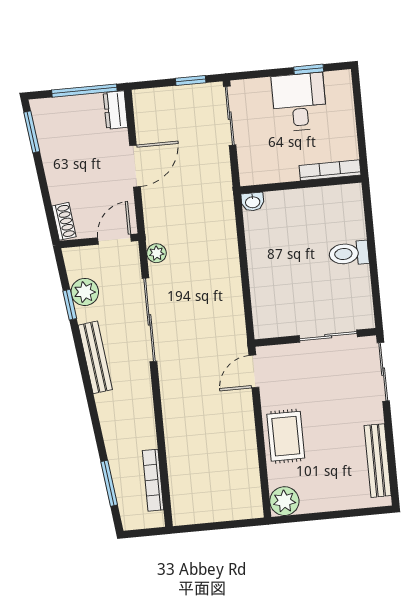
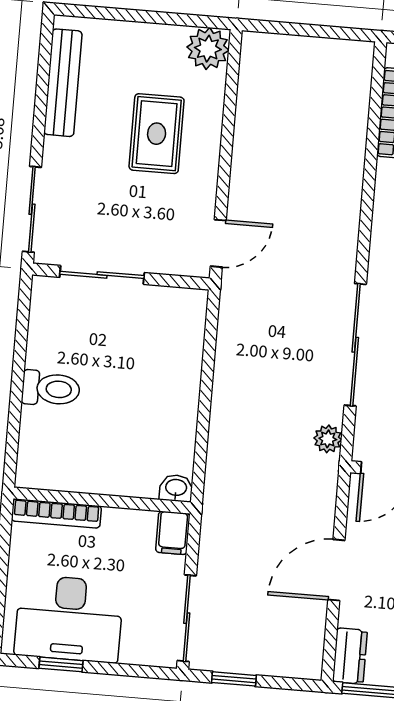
desk: (299, 102) -> (69, 619), width x1.37
filing cabinet: (249, 171) -> (173, 533), added
rug: (286, 436) -> (157, 134), moved

